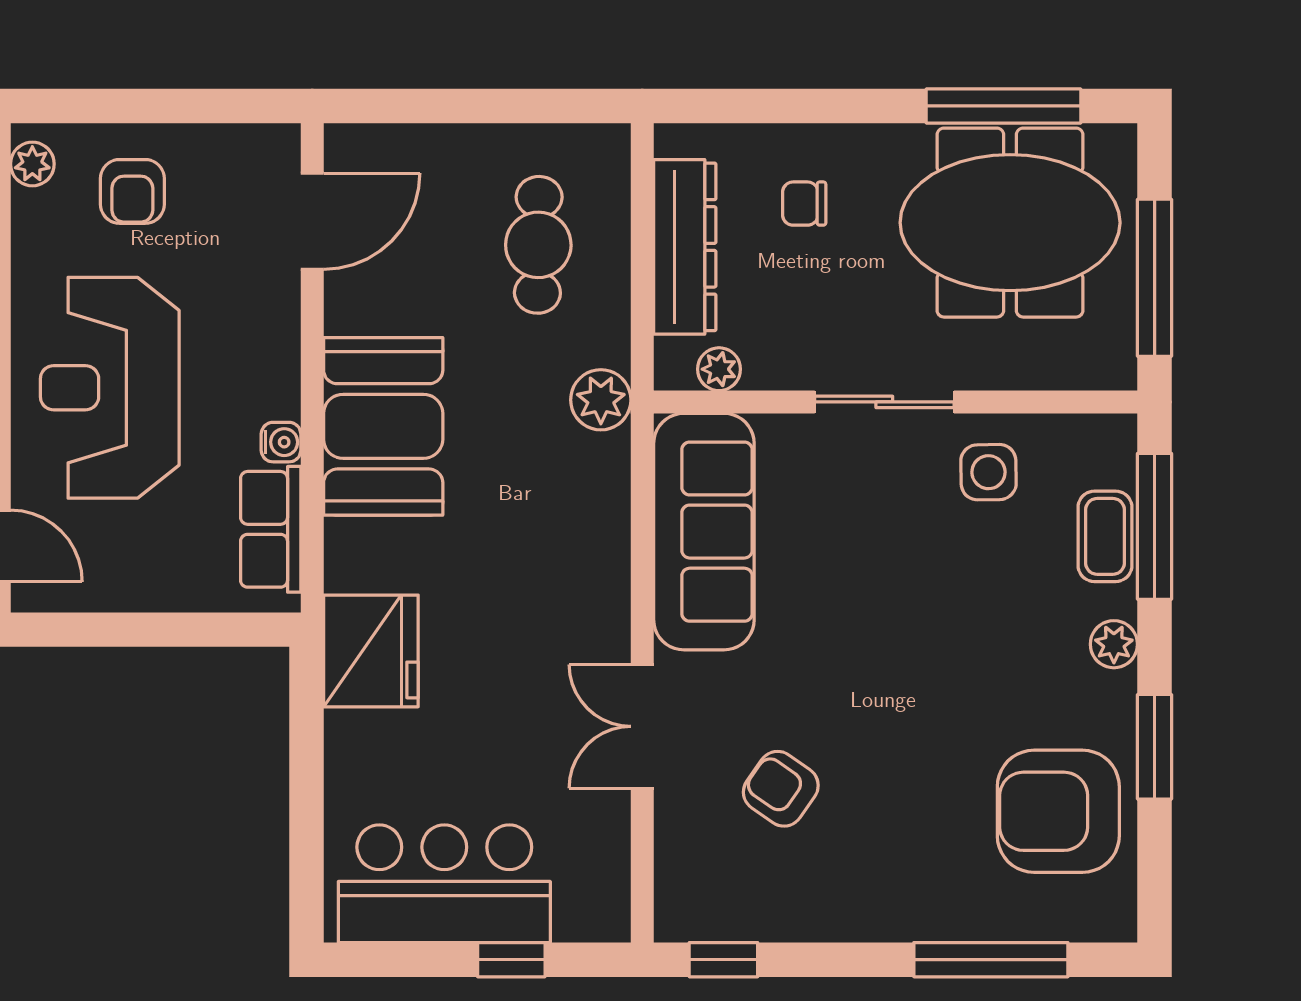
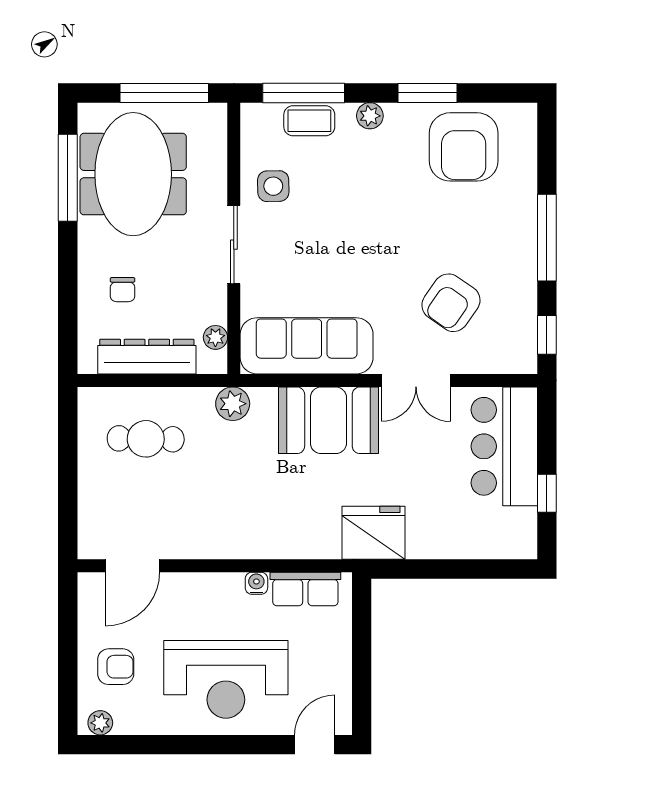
door: (312, 221) -> (132, 566), swing flipped
booth: (383, 426) -> (328, 420), moved
armchair: (781, 789) -> (451, 303), width x1.38, depth x1.38
bar counter: (444, 884) -> (504, 446), moved
window: (511, 960) -> (547, 493), moved
window: (991, 960) -> (547, 238), moved

